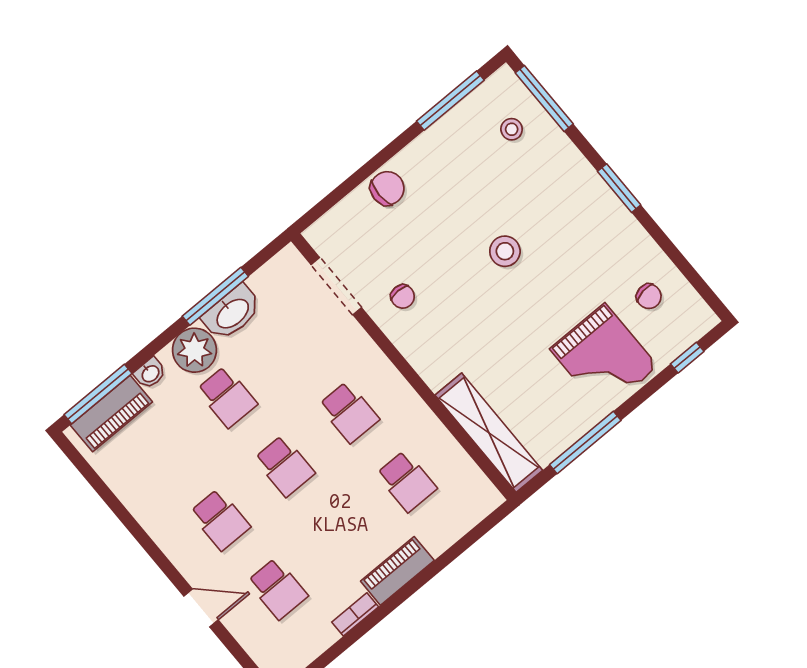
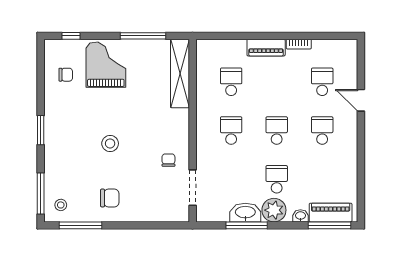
stool: (512, 129) -> (61, 205), moved
chair: (387, 188) -> (110, 198), moved, turned 180
chair: (649, 296) -> (66, 75), turned 99

